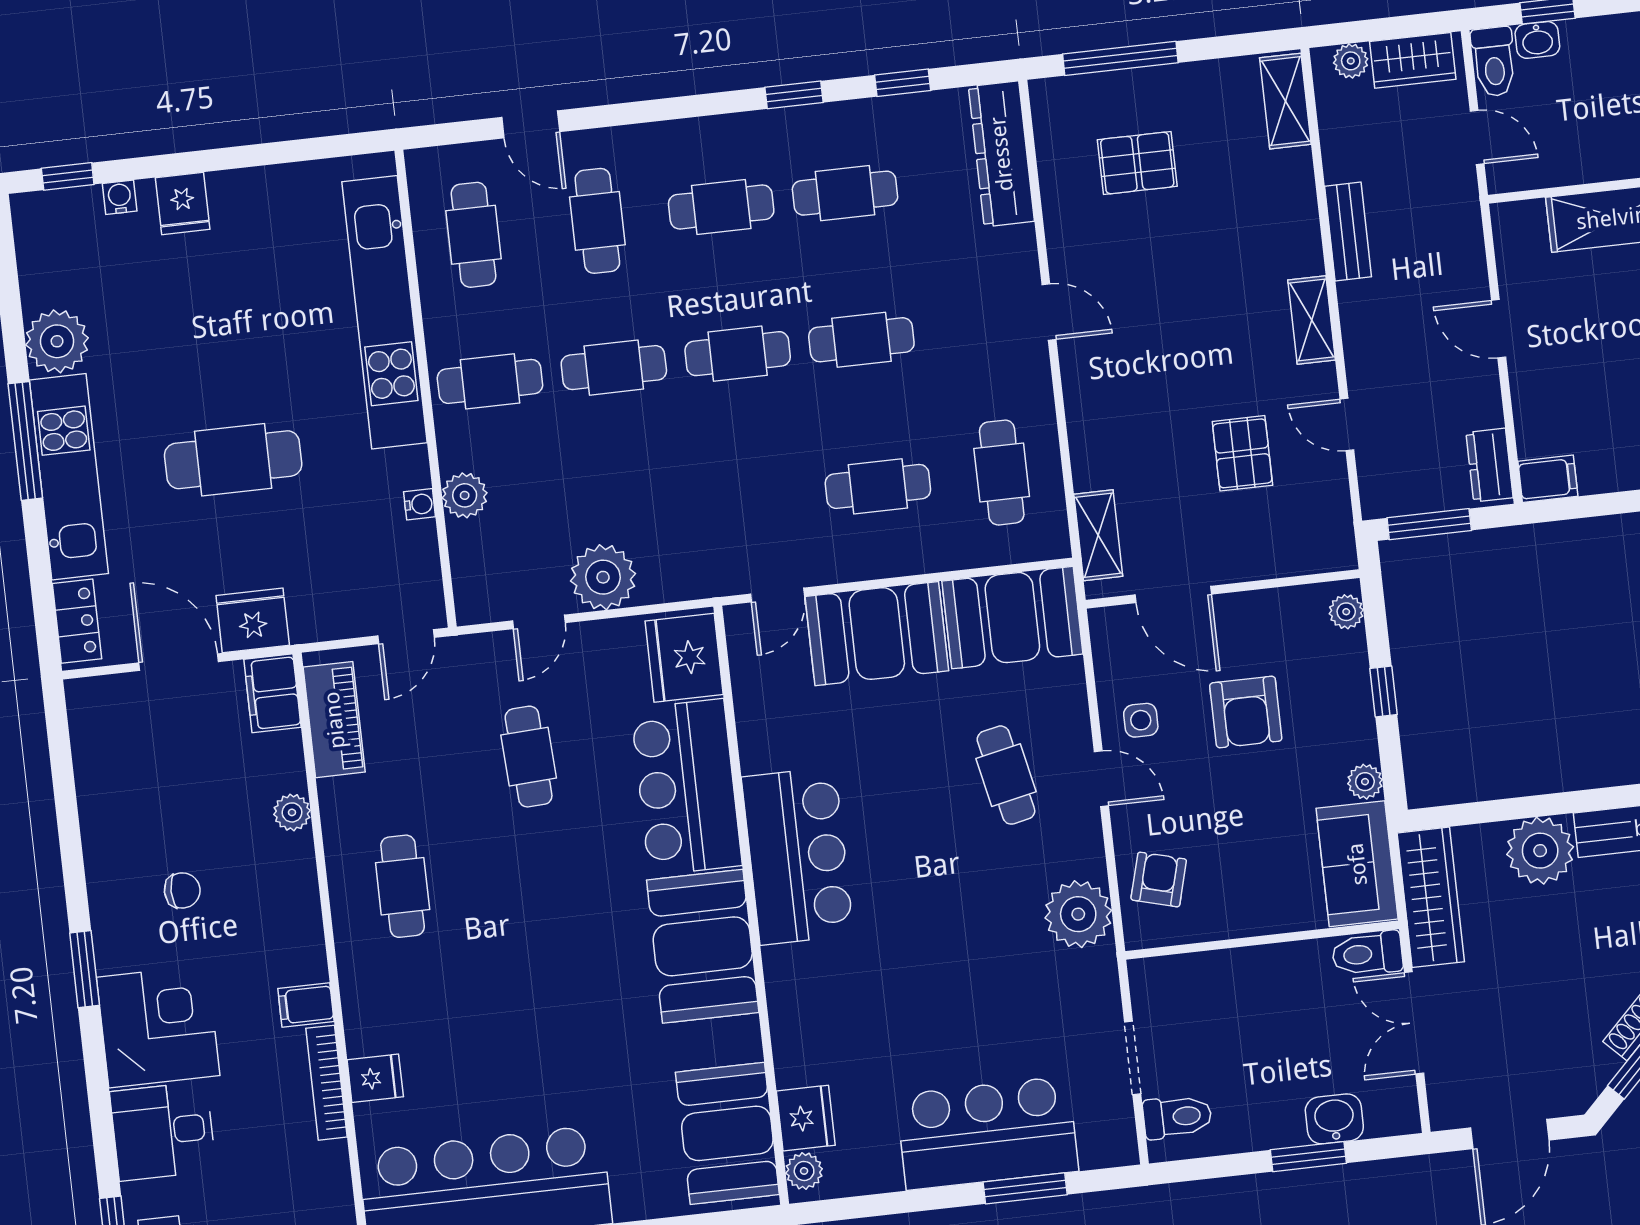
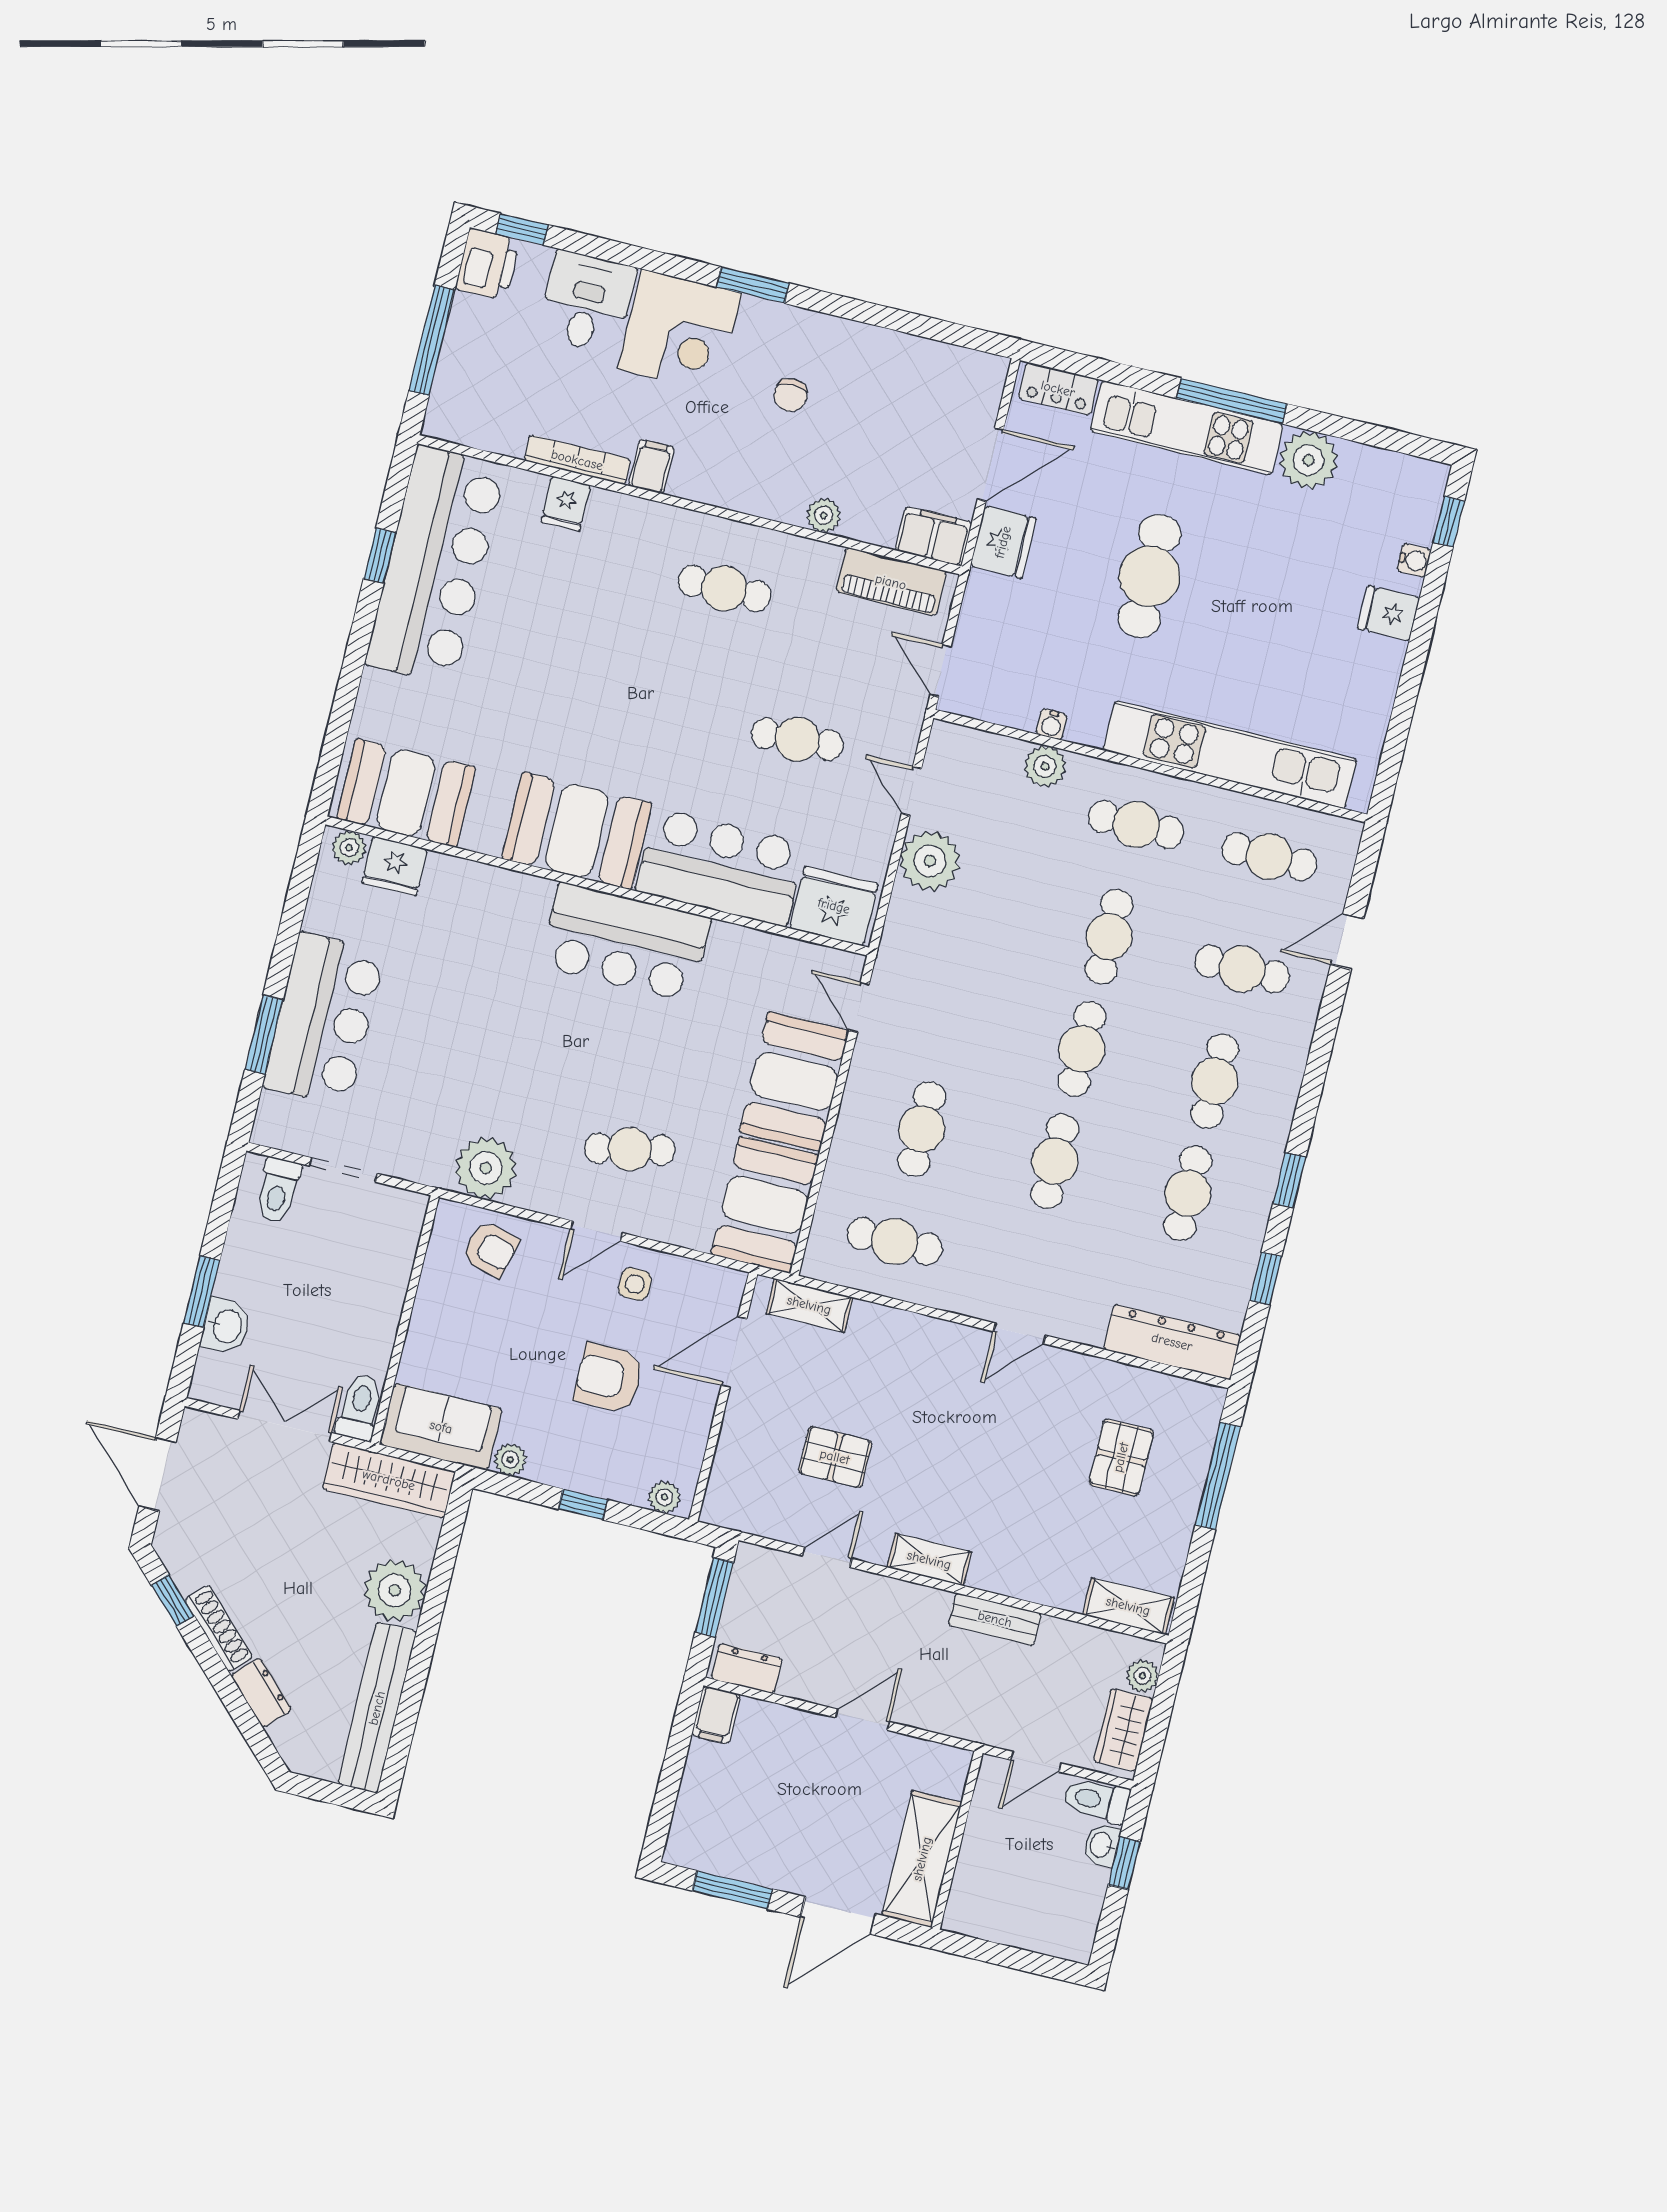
cafe table: (490, 381) -> (1136, 824), turned 90

